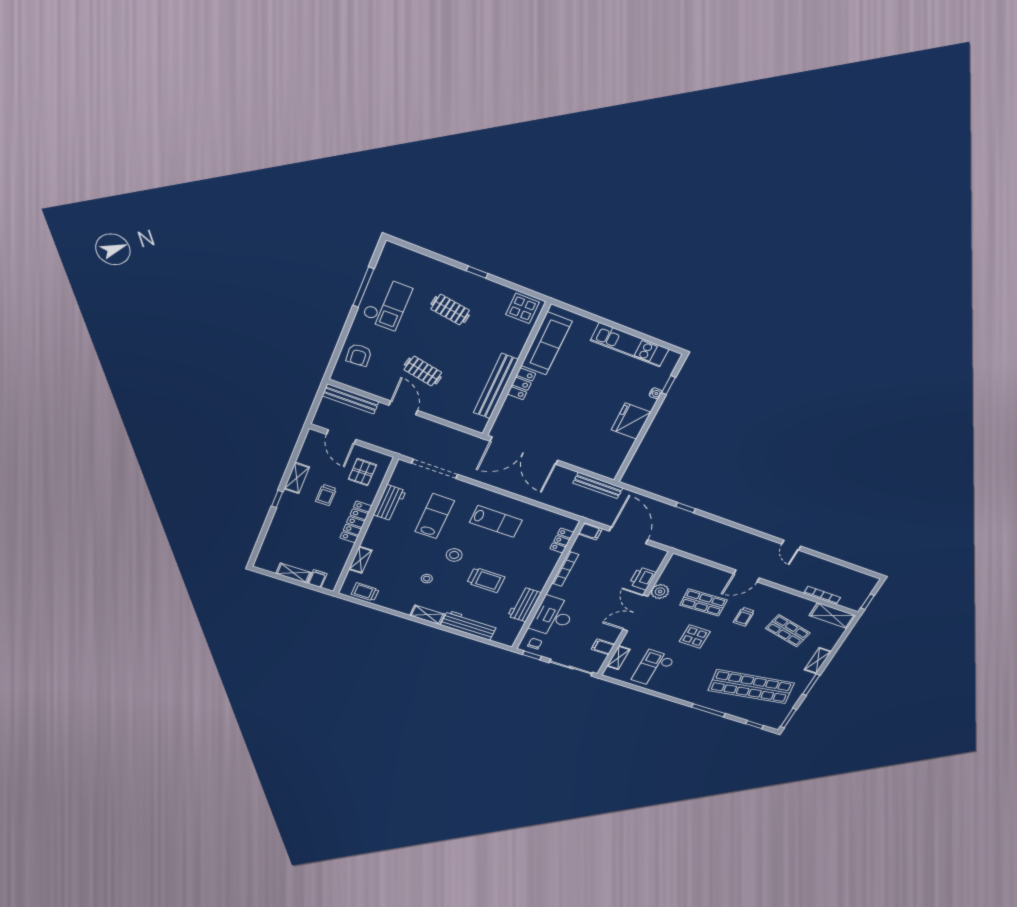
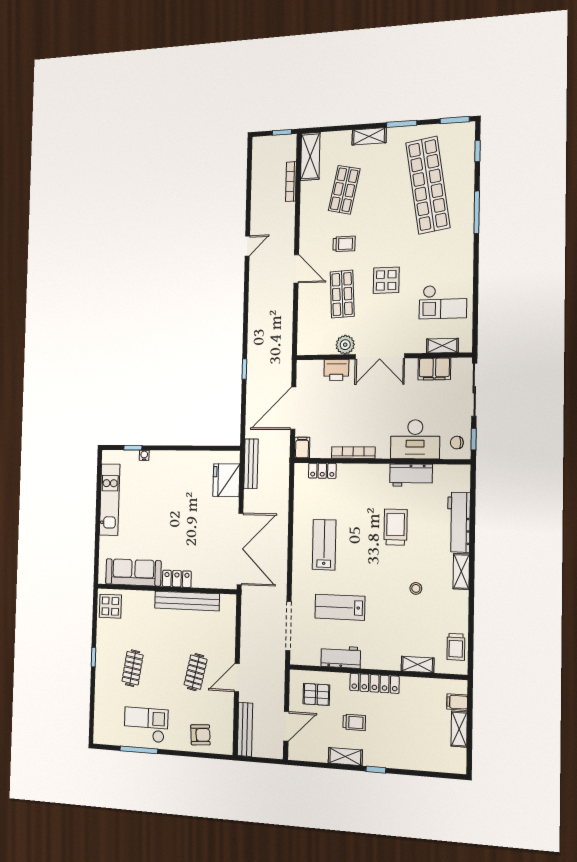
fridge: (631, 421) -> (226, 480), moved, turned 90
stool: (454, 555) -> (377, 571), removed
filing cabinet: (603, 647) -> (434, 369), width x2.00

